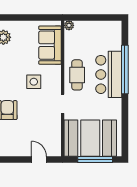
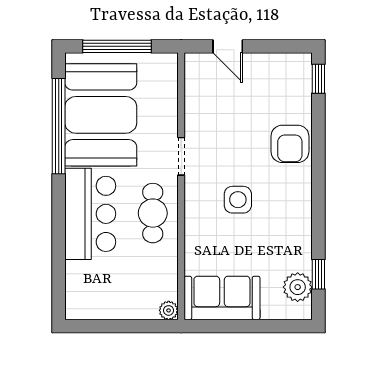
sofa: (50, 45) -> (222, 298), moved, turned -90
window: (125, 69) -> (59, 126), moved
booth: (90, 138) -> (101, 115), moved, turned 90

